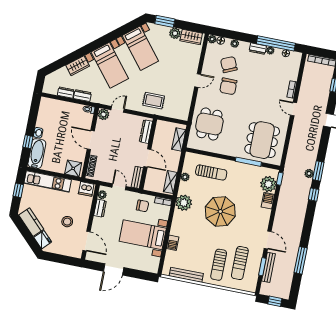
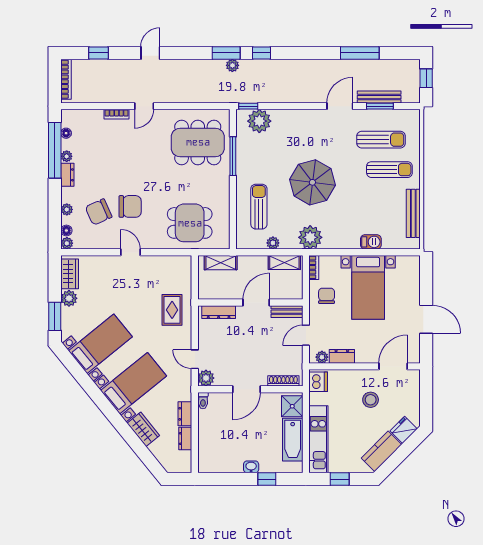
bathtub: (37, 154) -> (293, 440), moved, turned -90
barbecue: (268, 201) -> (283, 117), removed

